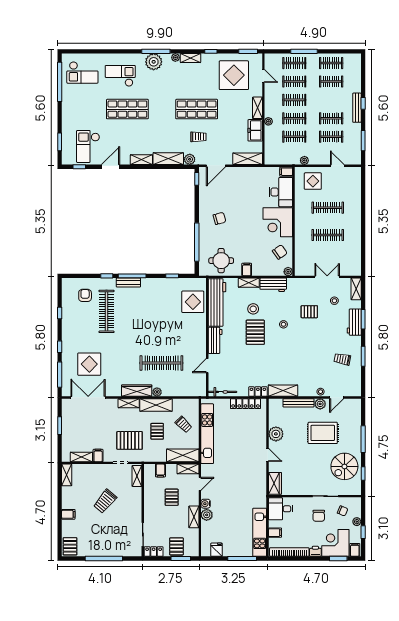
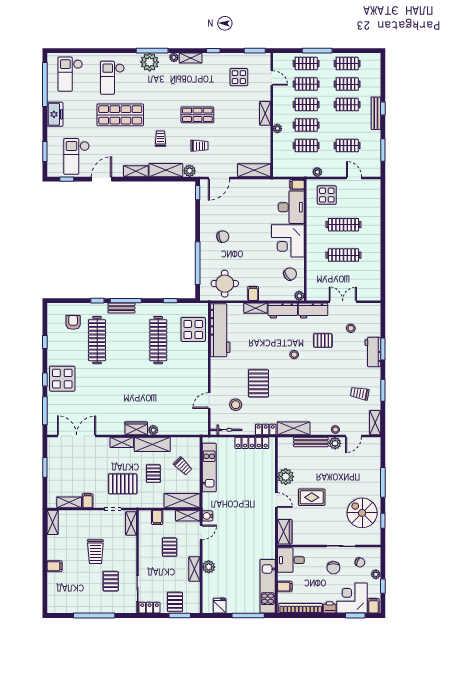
checkout: (82, 72) -> (70, 74), turned 90
display table: (234, 75) -> (239, 77), width x0.54, depth x0.54
checkout: (120, 76) -> (112, 78), turned -90
shop shelf: (197, 109) -> (197, 115), width x0.70, depth x0.74
clothes rail: (331, 118) -> (347, 105), moved
trolley: (163, 130) -> (160, 139), added
freezer: (255, 130) -> (55, 114), moved, turned 180
shelving: (356, 289) -> (375, 423), moved
stool: (253, 309) -> (236, 405), moved
pallet: (255, 332) -> (258, 383), moved
workbench: (215, 340) -> (313, 311), moved, turned 90
clothes rail: (161, 363) -> (158, 340), moved, turned 90
display table: (89, 364) -> (62, 379), moved
wardrobe: (137, 391) -> (136, 428), width x0.67
rug: (323, 433) -> (312, 497), moved, width x0.73, depth x0.70
kitchen unit: (207, 434) -> (209, 468), width x0.73
spiral stairs: (344, 466) -> (362, 513), turned 90
trolley: (105, 501) -> (95, 552), turned -40
water cooler: (206, 504) -> (207, 516), moved
pallet: (70, 546) -> (111, 581), moved

